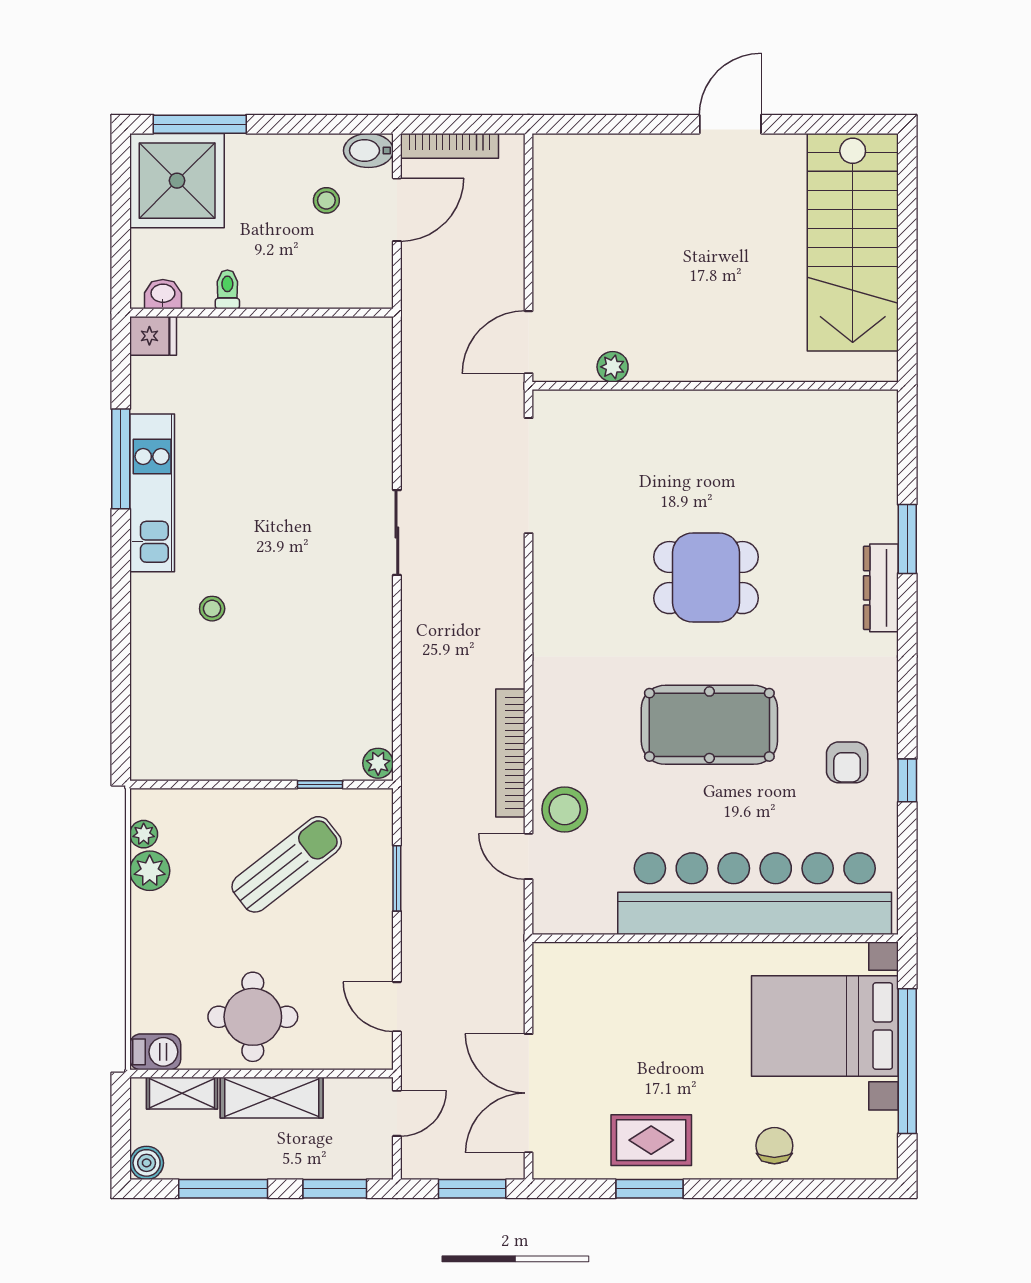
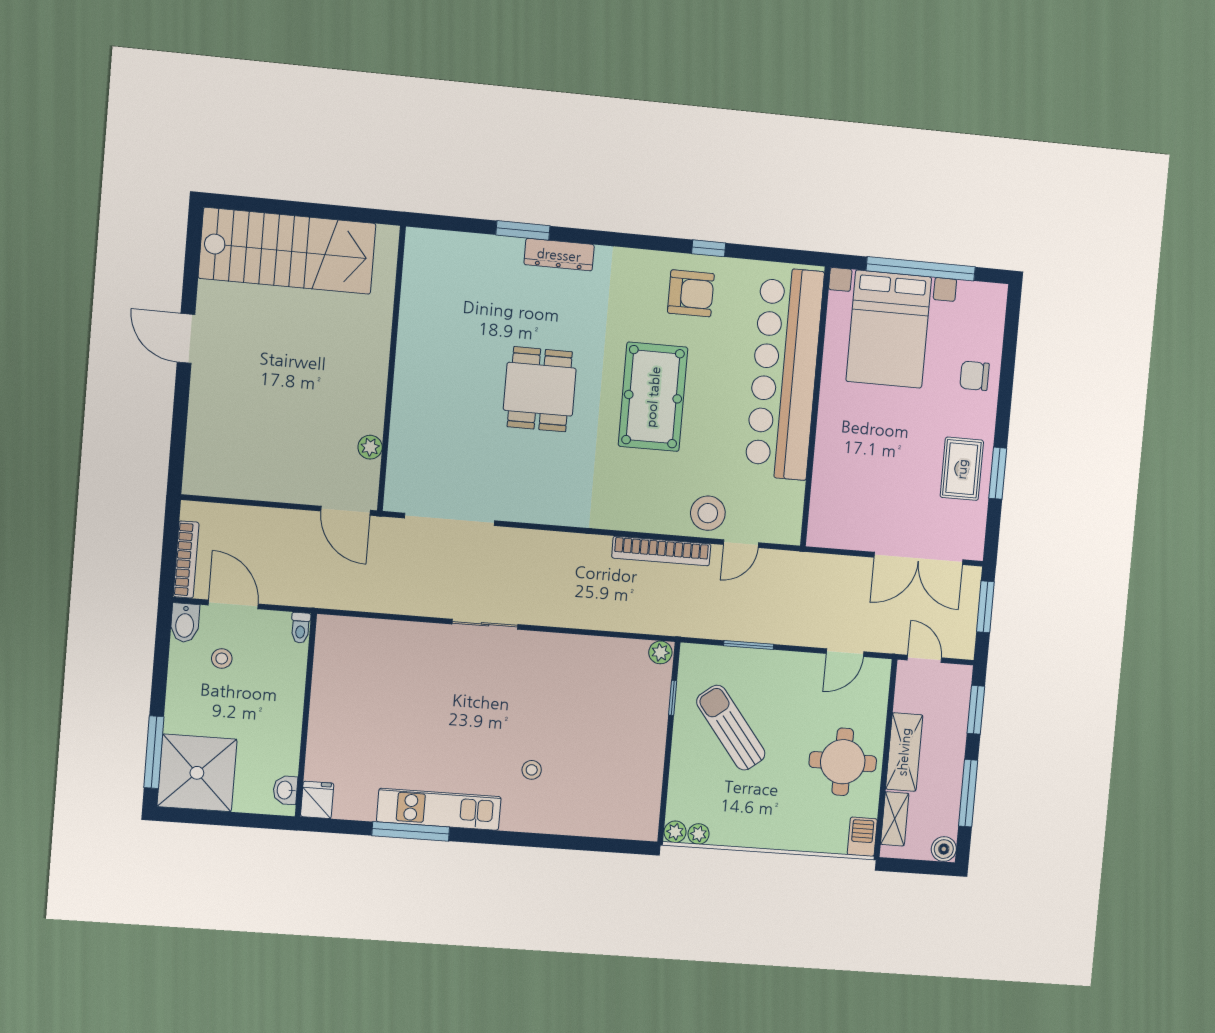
toilet: (227, 289) -> (300, 628), moved, turned -90
armchair: (847, 762) -> (691, 293), width x1.38, depth x1.38
plant: (150, 871) -> (675, 832), moved, width x0.73, depth x0.73

